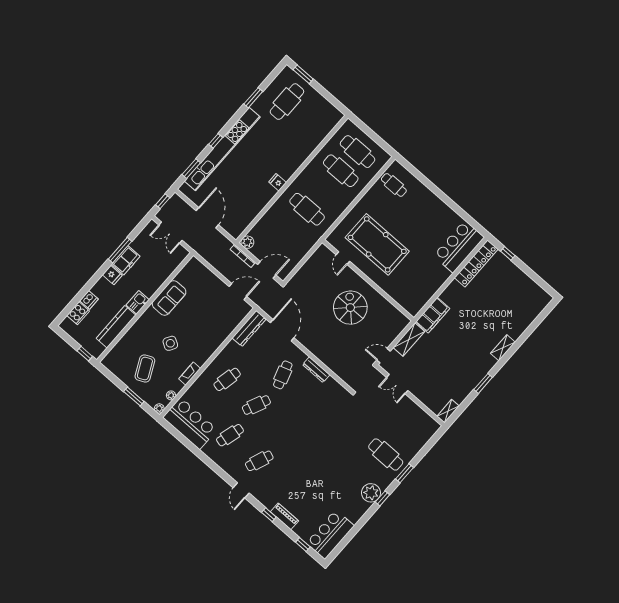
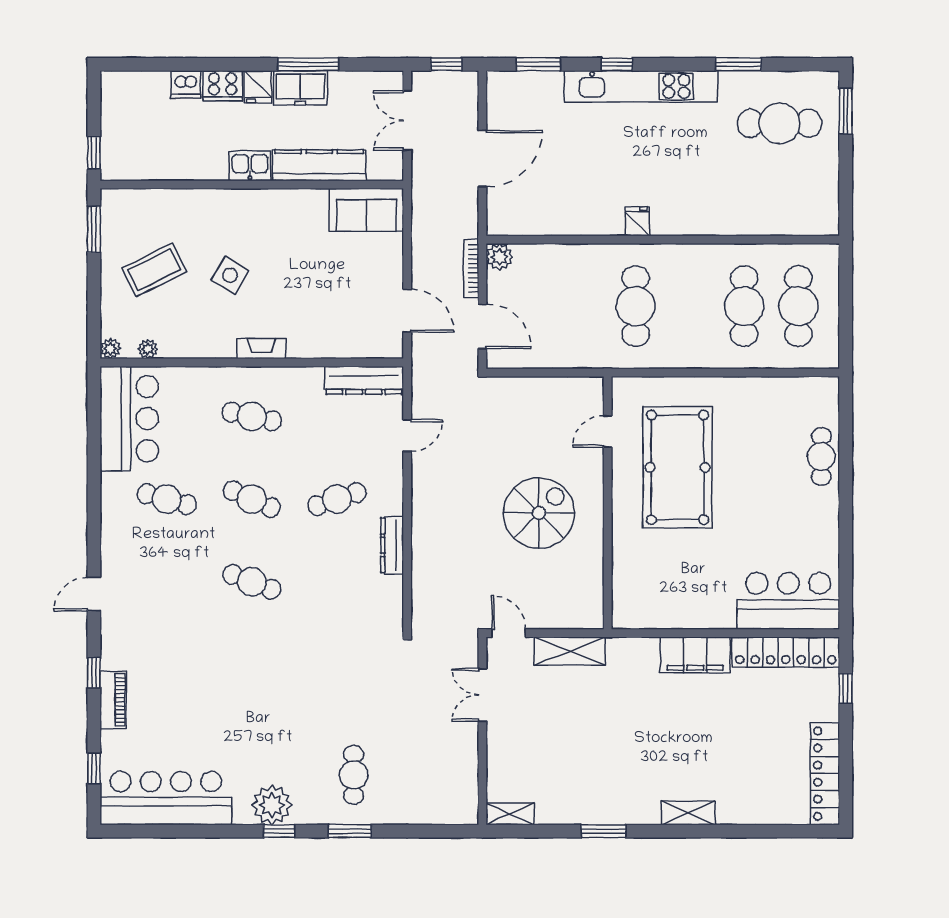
kitchen unit: (222, 149) -> (641, 86), width x0.73
cafe table: (394, 185) -> (821, 456), moved
locker: (531, 287) -> (825, 774), added
sofa: (169, 298) -> (366, 210), moved
cooker: (78, 313) -> (223, 86), moved
filing cabinet: (433, 315) -> (695, 655), moved
kitchen counter: (116, 327) -> (319, 165), moved
door: (282, 330) -> (407, 436), width x0.53
fireplace: (190, 374) -> (261, 348), moved
window: (134, 396) -> (94, 229), moved
cafe table: (386, 454) -> (354, 775), width x0.73, depth x0.74
cafe table: (259, 461) -> (252, 582), moved
bar counter: (330, 534) -> (166, 798), width x1.36

